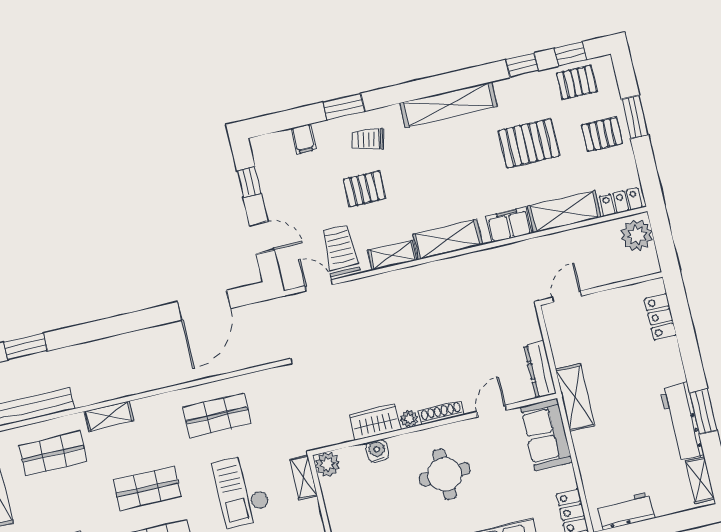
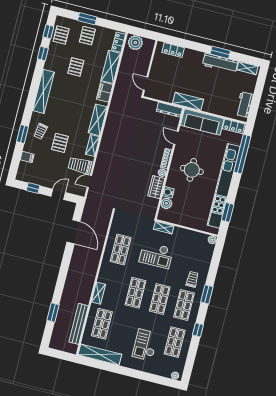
pallet: (529, 143) -> (76, 67), width x0.67, depth x0.71
sofa: (546, 435) -> (202, 122), width x1.36
plant: (327, 464) -> (166, 203), moved

